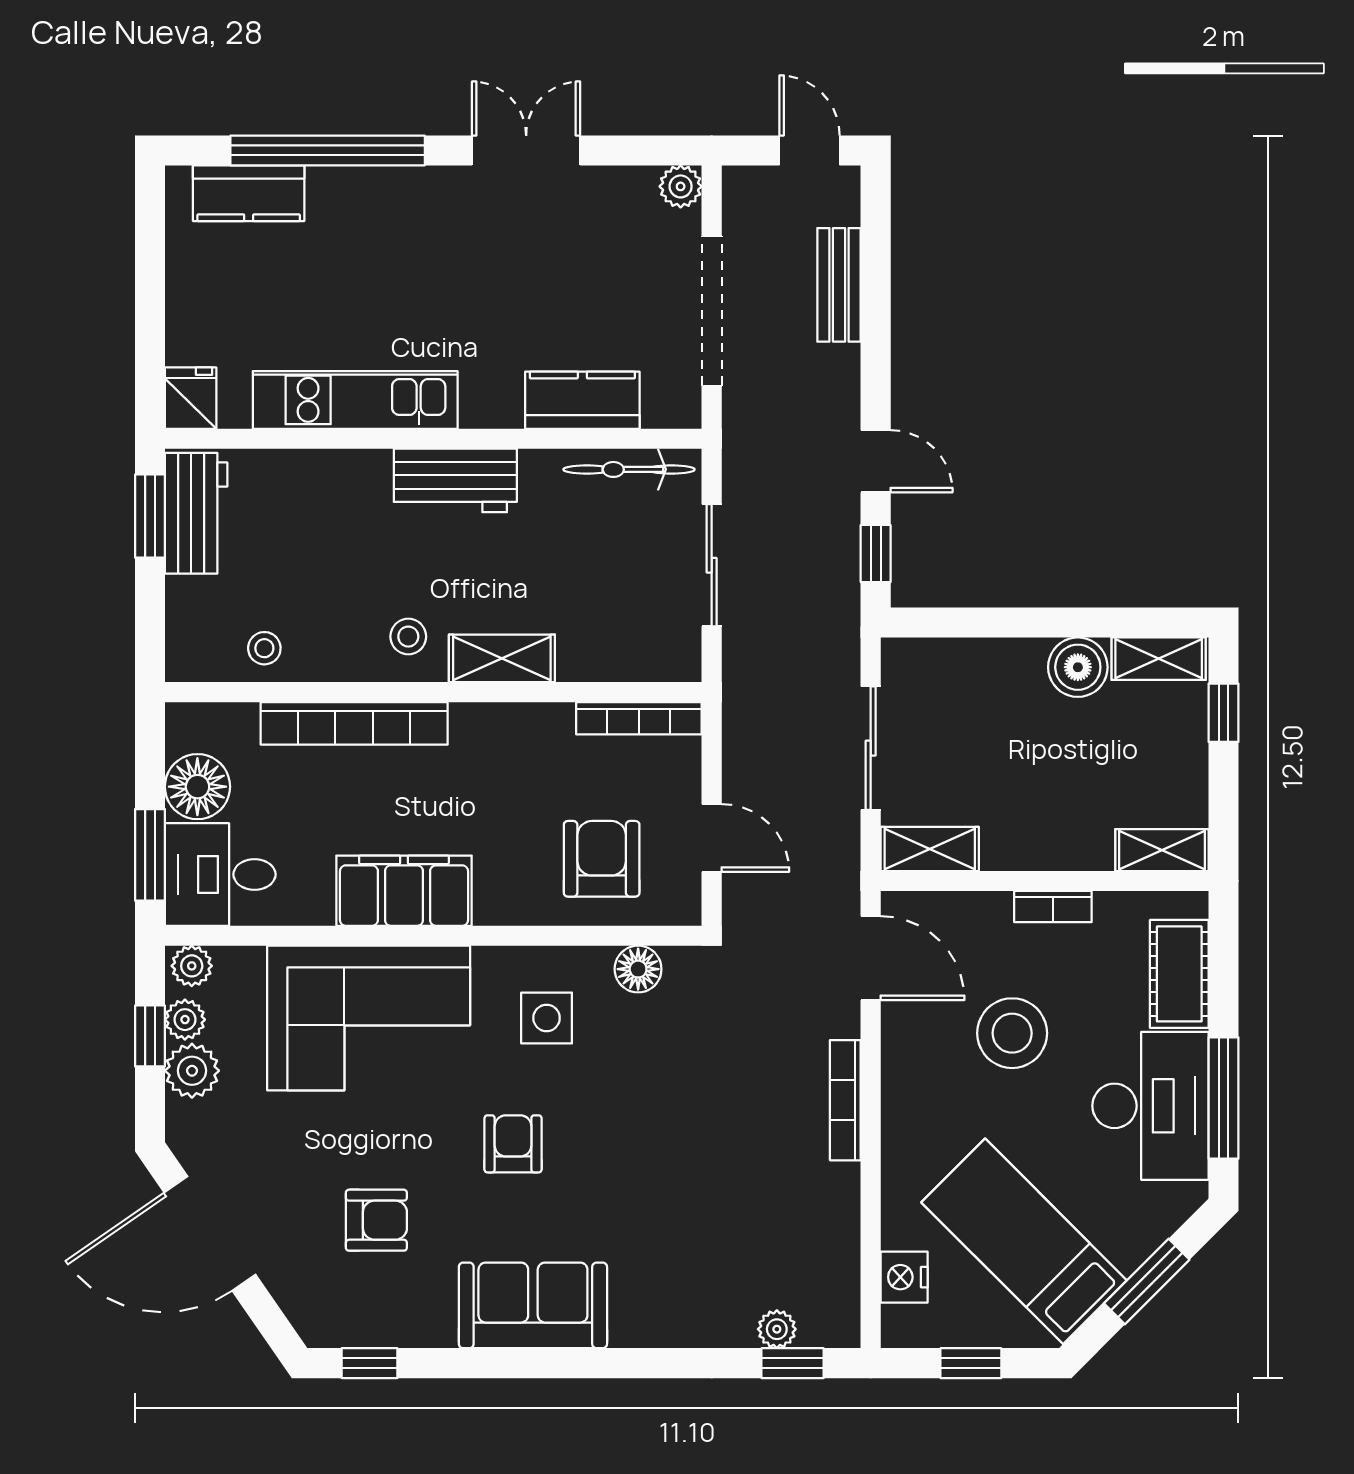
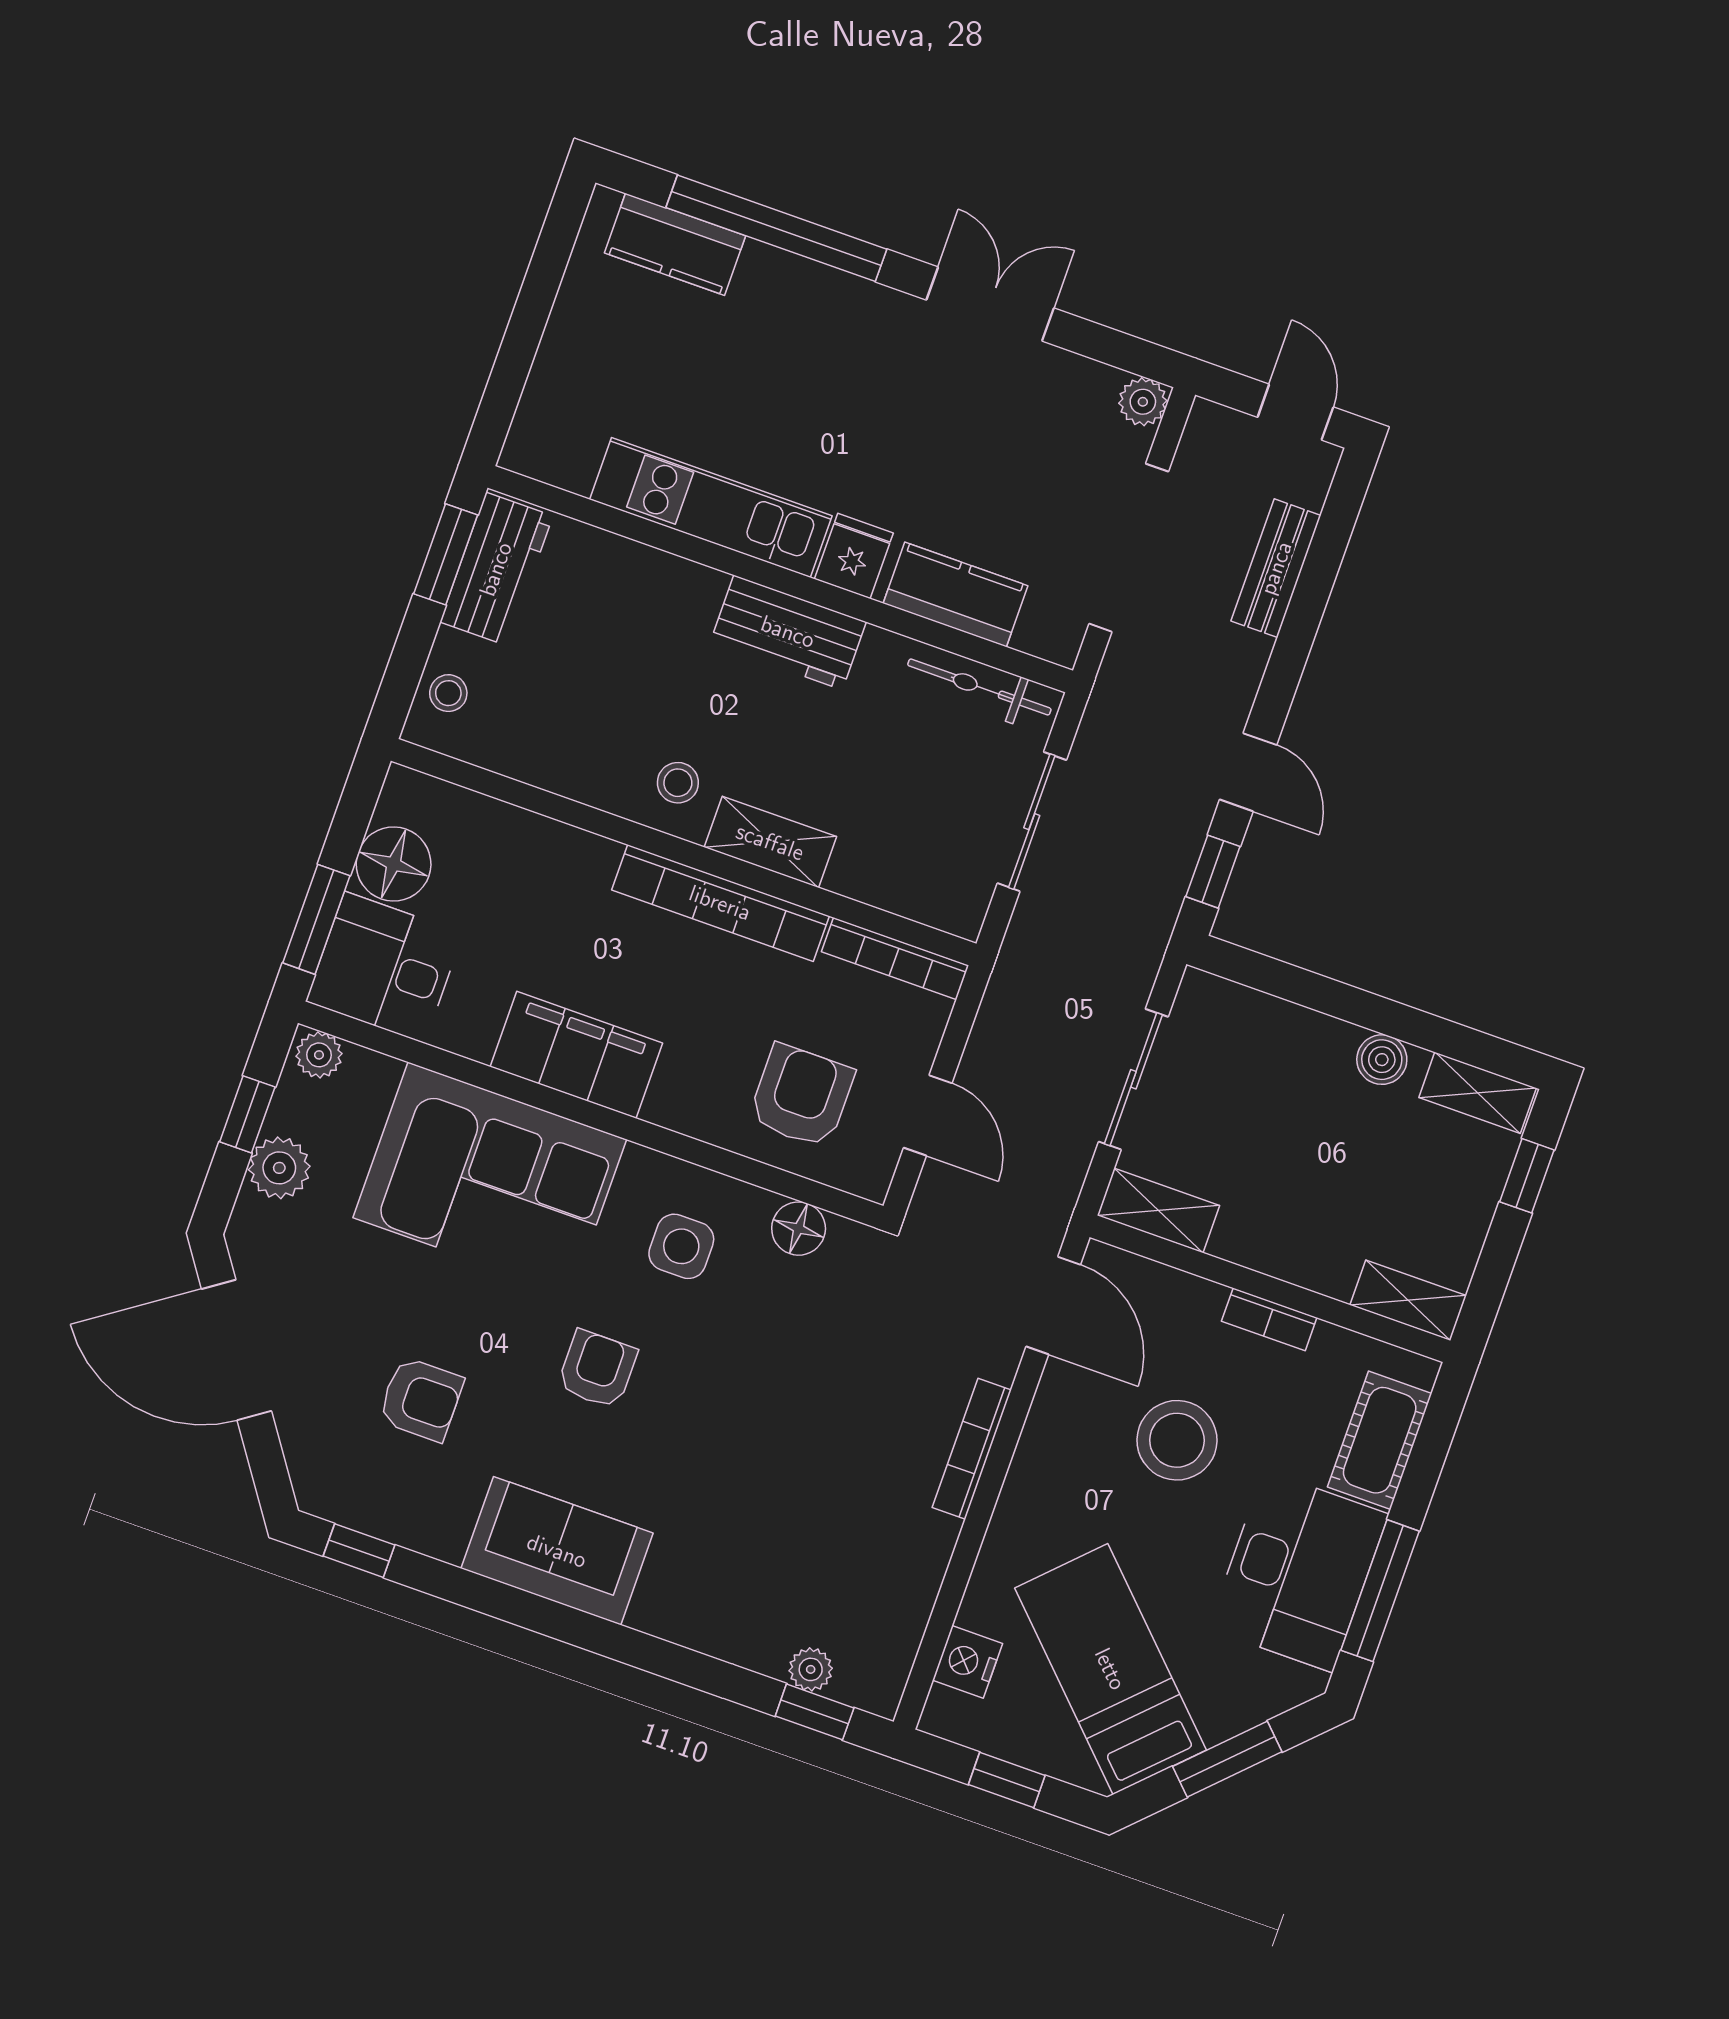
fridge: (191, 398) -> (854, 556), moved
stool: (264, 648) -> (448, 693), moved
boiler: (1078, 667) -> (1382, 1060), width x0.73, depth x0.73
bookcase: (354, 723) -> (720, 903), moved
plant: (185, 1020) -> (291, 1110), removed

